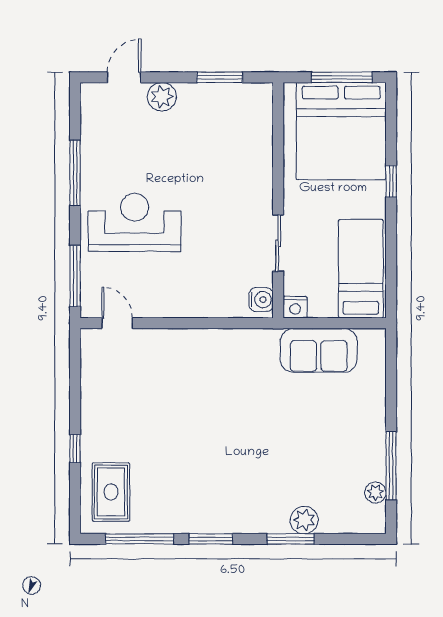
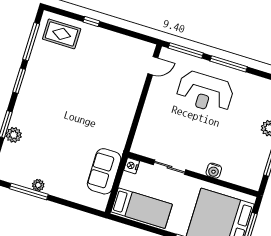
window: (75, 173) -> (229, 64), moved
reception desk: (135, 222) -> (205, 92), turned 90
water cooler: (261, 300) -> (214, 171), moved
plant: (375, 493) -> (38, 185), moved

